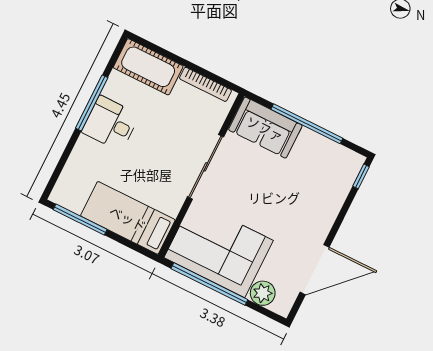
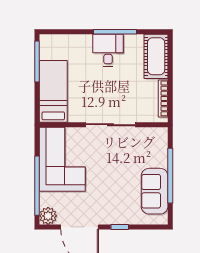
sofa: (265, 128) -> (155, 191), moved
window: (361, 176) -> (120, 227), moved
window: (209, 284) -> (37, 186), moved
plant: (263, 293) -> (48, 216), moved

